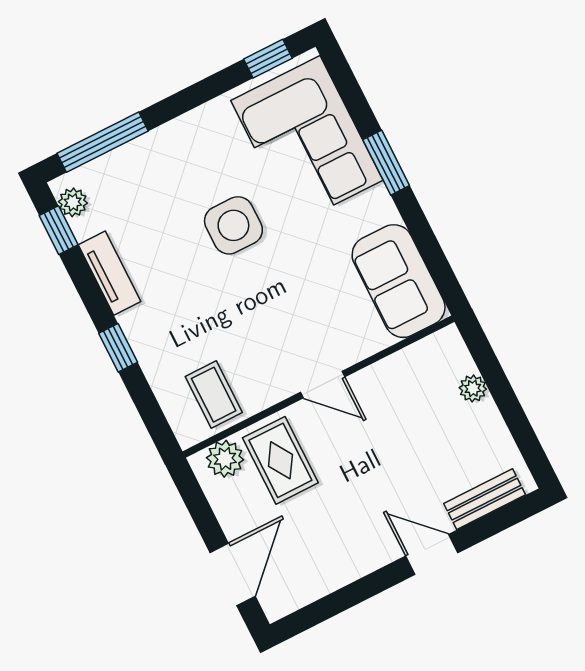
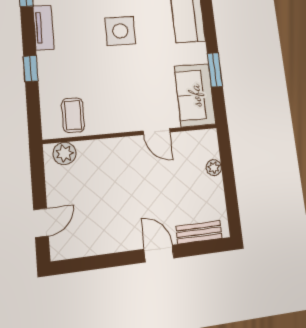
window: (386, 163) -> (215, 70), moved
door: (323, 385) -> (157, 132), moved
rug: (280, 460) -> (95, 167), removed
door: (233, 574) -> (41, 223), width x0.73

